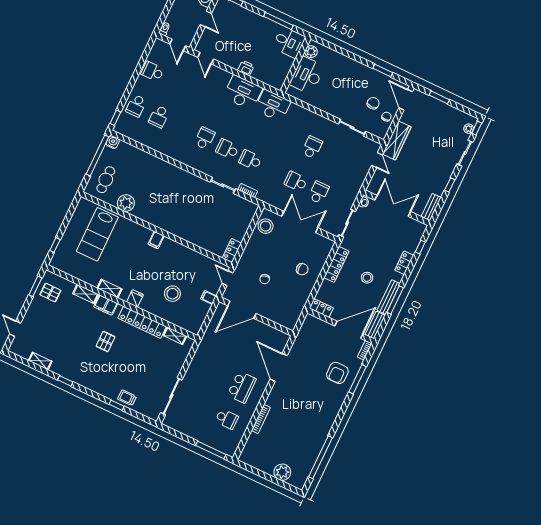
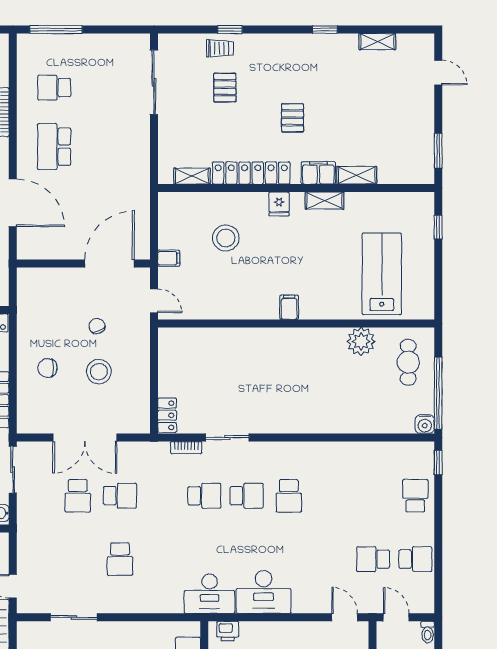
printer: (246, 68) -> (228, 631), moved
school desk: (159, 117) -> (373, 559), moved, turned -90
stool: (266, 226) -> (99, 372), moved
locker: (232, 251) -> (167, 415), moved
pallet: (50, 293) -> (225, 88), moved, turned 90

